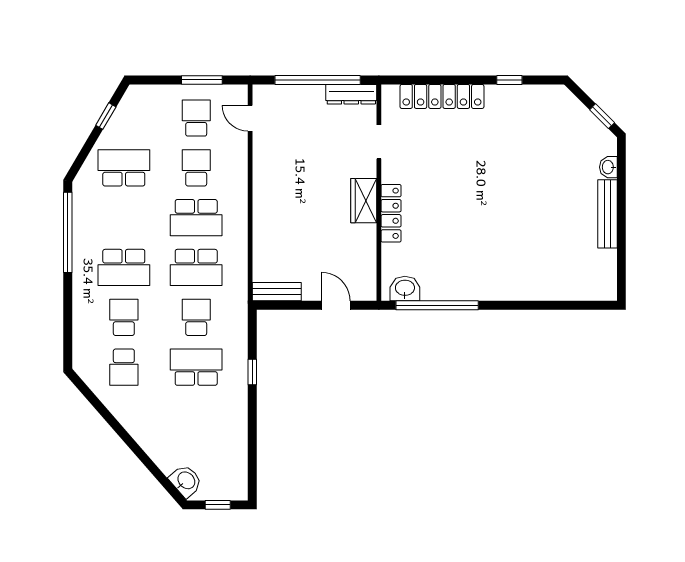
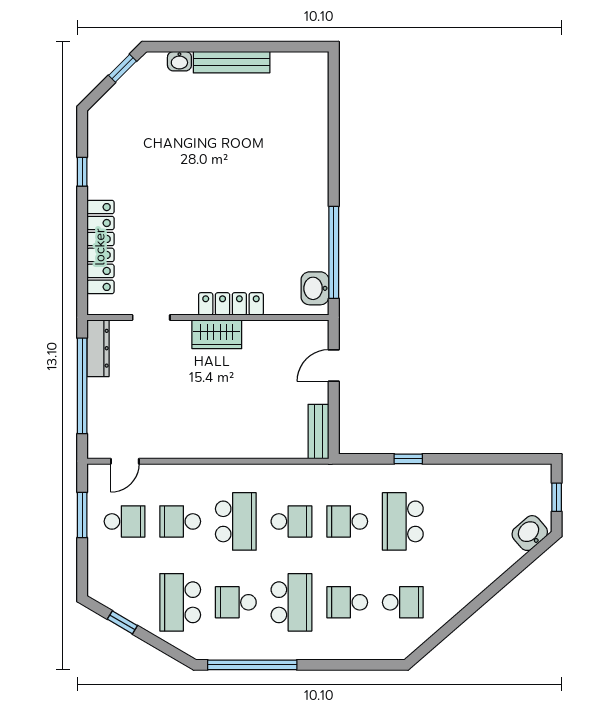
school desk: (196, 118) -> (125, 521), turned 180
school desk: (124, 218) -> (236, 602), added
school desk: (196, 267) -> (292, 521), width x0.54

